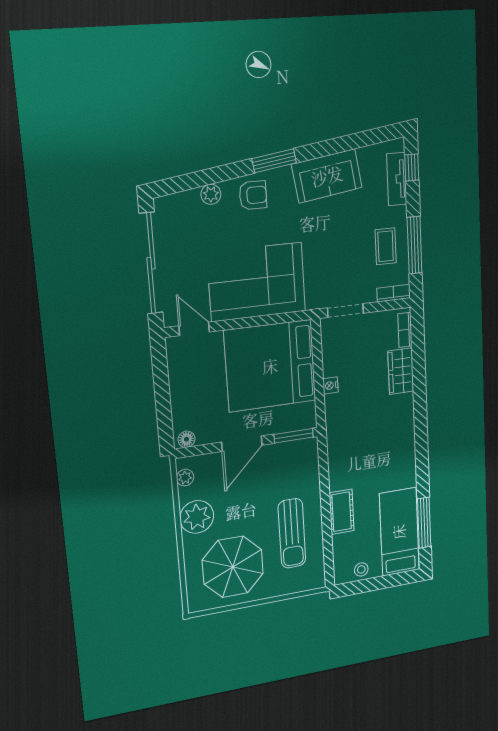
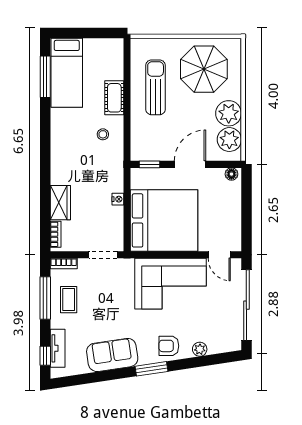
window: (294, 436) -> (149, 164), width x0.67
plant: (185, 478) -> (229, 140), width x1.87, depth x1.87
stool: (361, 569) -> (103, 134), moved

